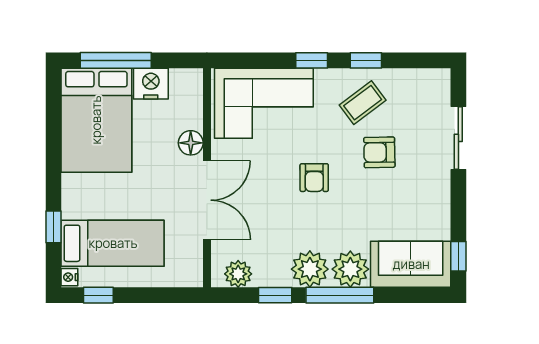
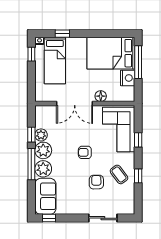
window: (312, 60) -> (138, 140), moved
plant: (238, 274) -> (41, 135), moved

